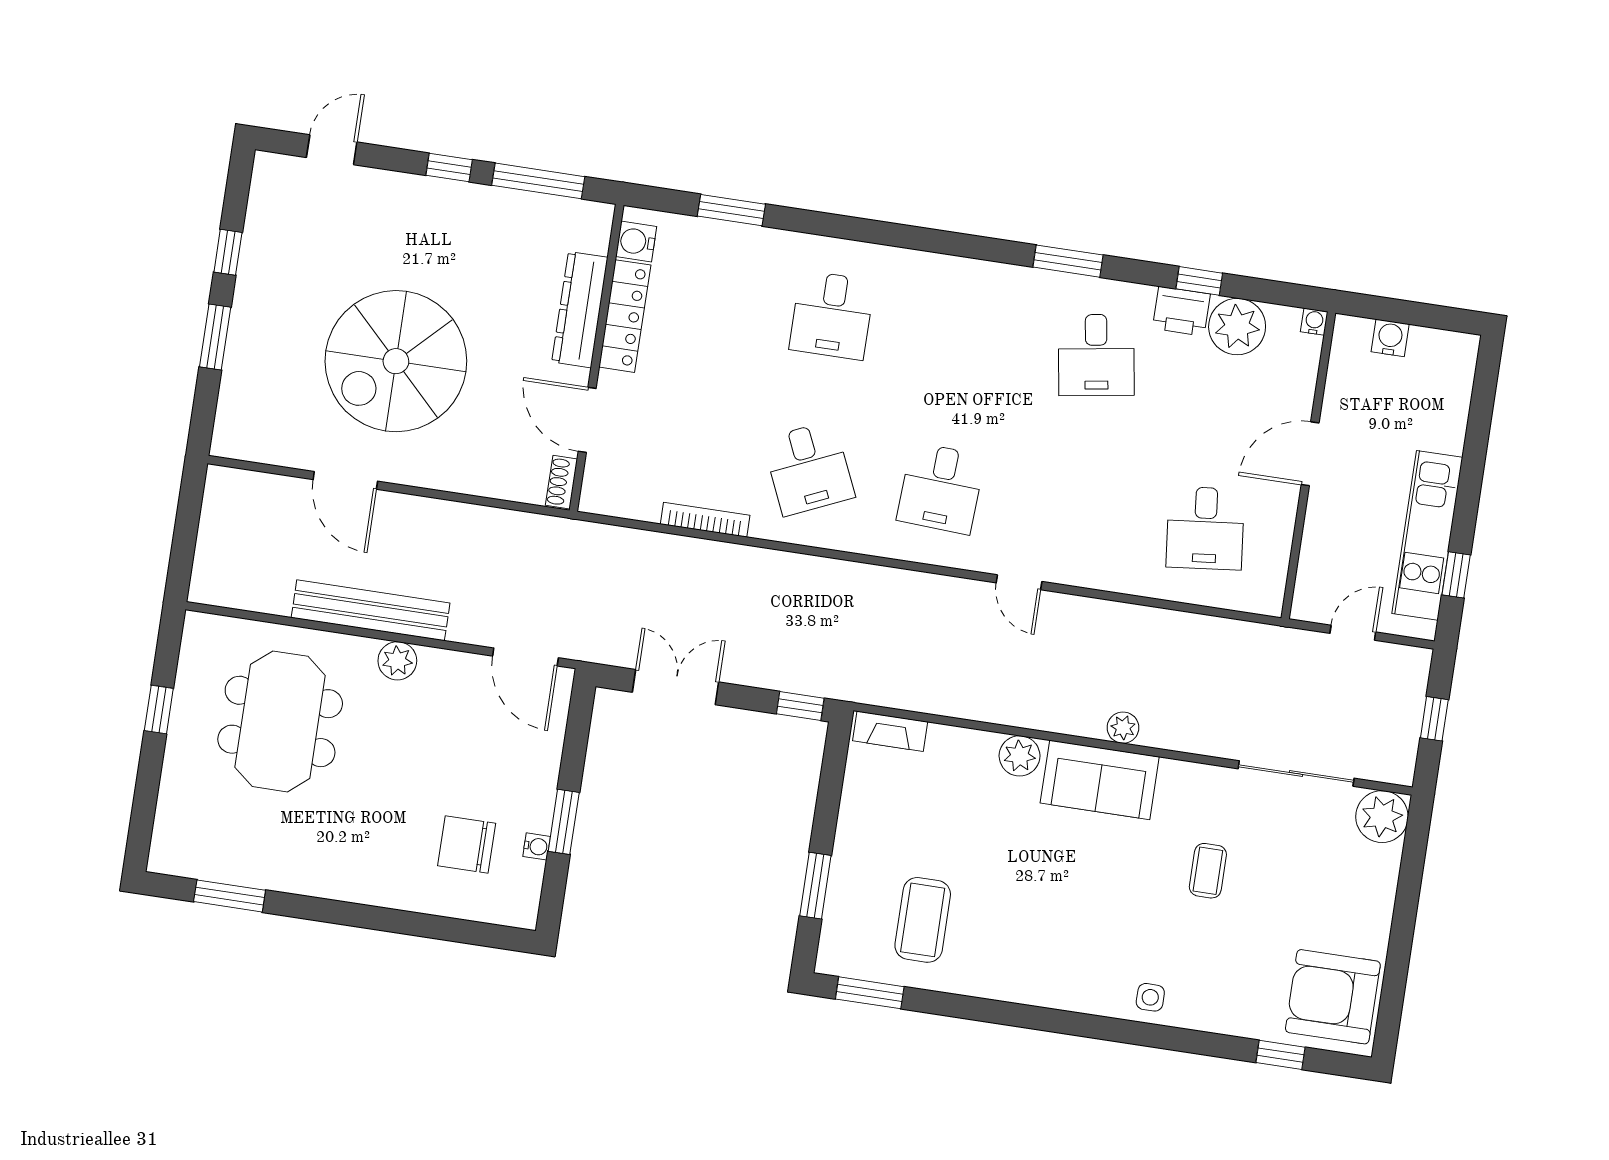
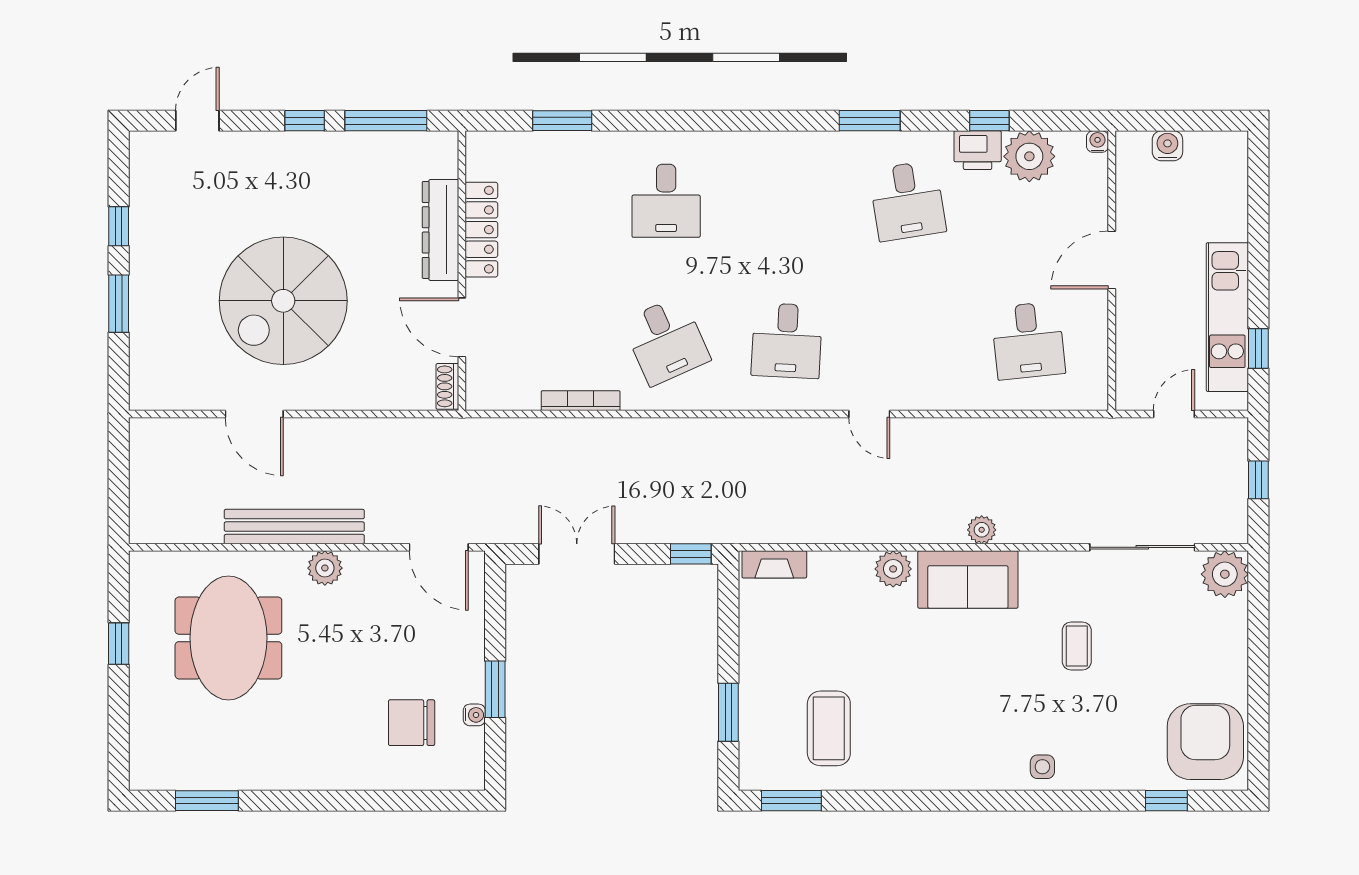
water cooler: (636, 241) -> (481, 162), removed
armchair: (1333, 997) -> (1205, 742), turned 90

